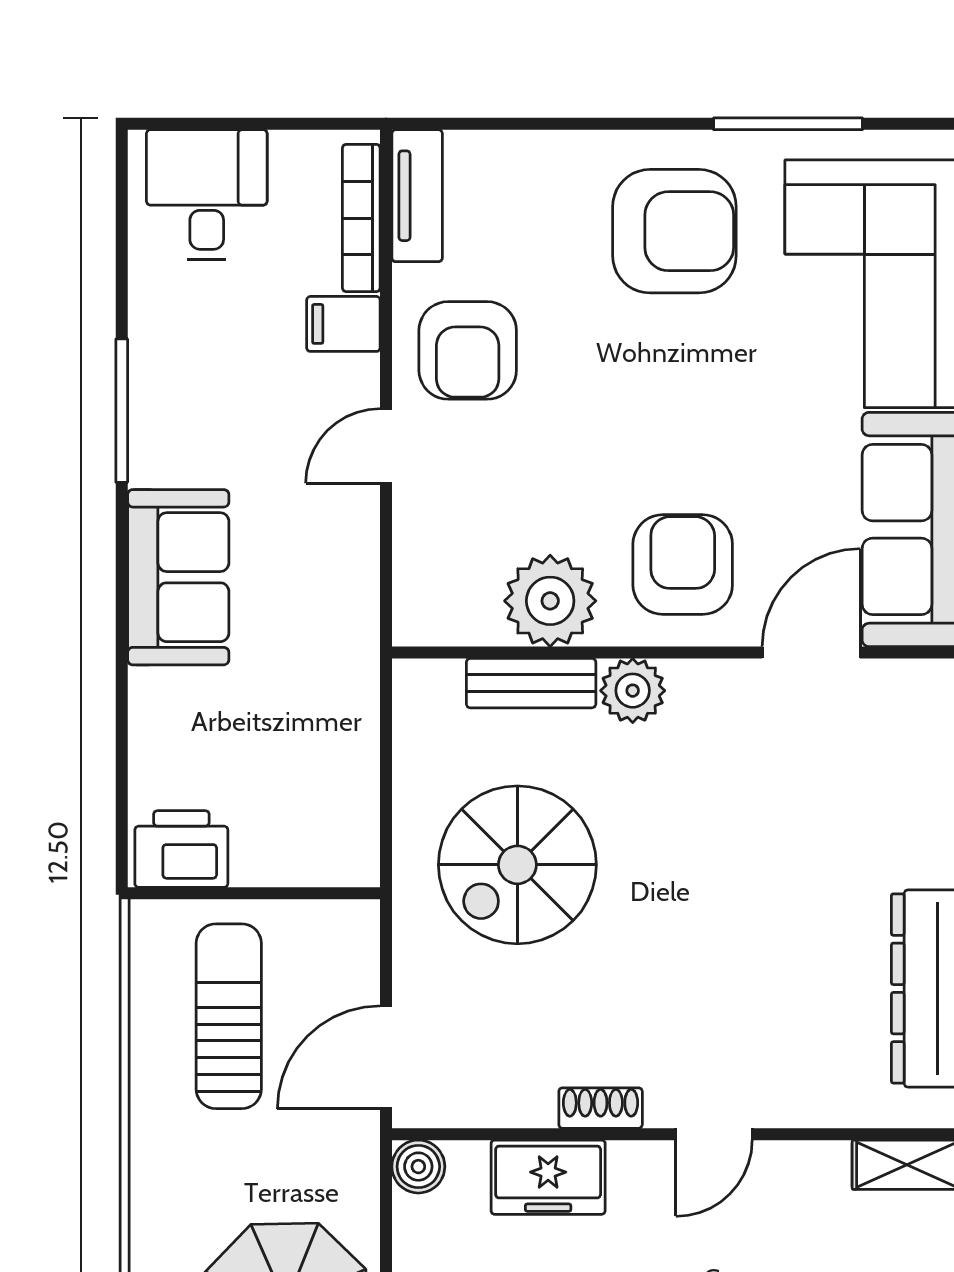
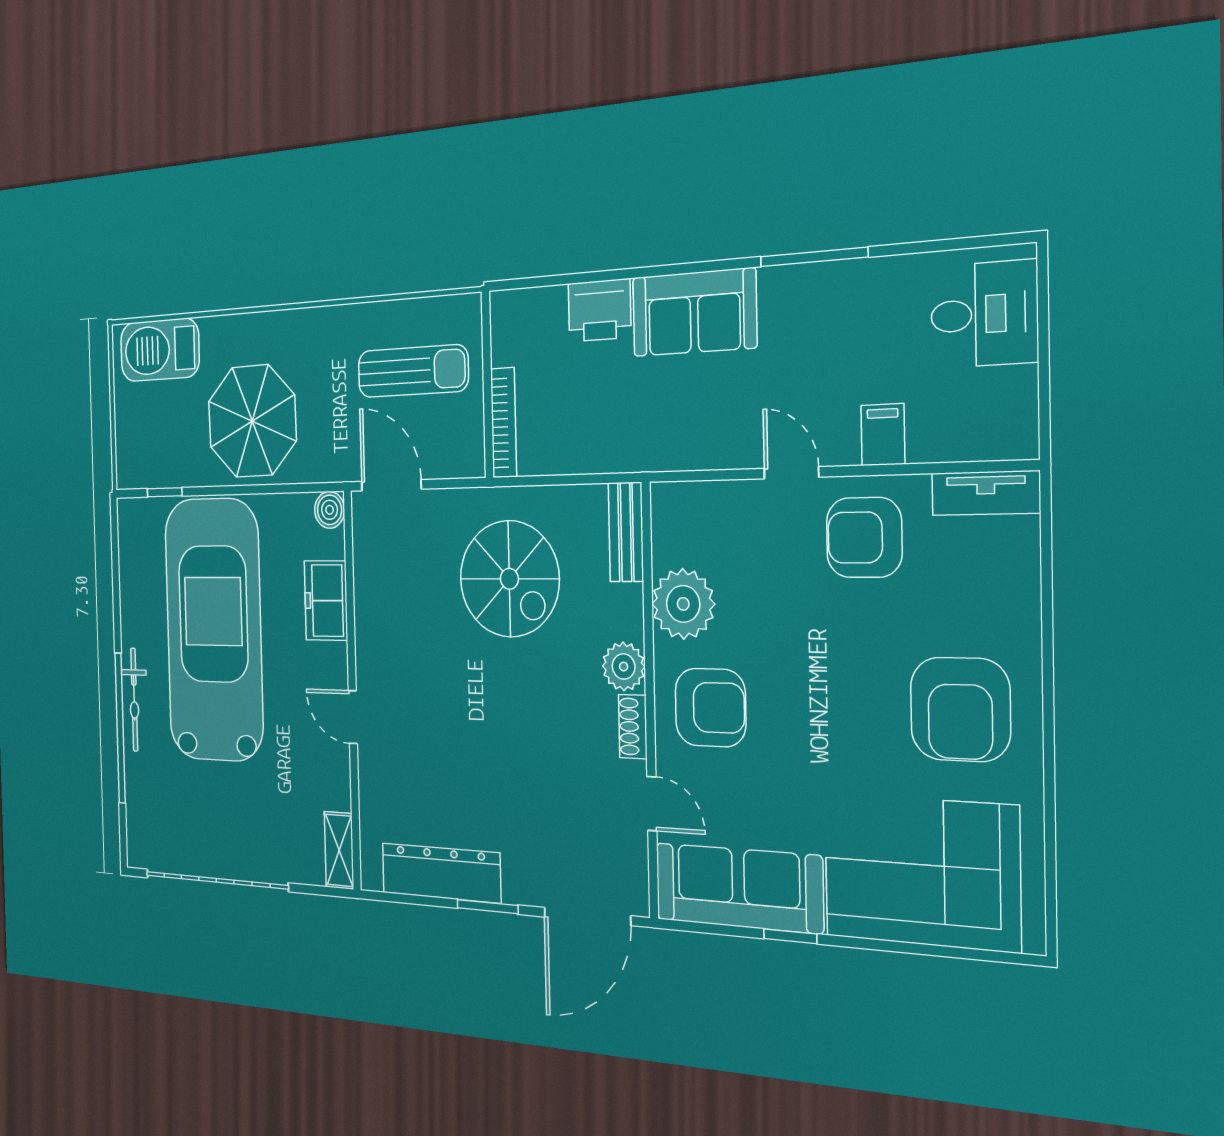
window: (788, 124) -> (1050, 809), removed
bookcase: (361, 218) -> (504, 423), moved, turned 90
door: (811, 652) -> (652, 804), width x0.73
bench: (531, 683) -> (626, 532), moved
printer: (181, 849) -> (599, 310), moved, turned 90
spiral stairs: (517, 865) -> (509, 579), turned 180
shoe rack: (601, 1108) -> (633, 727), moved, turned 180

